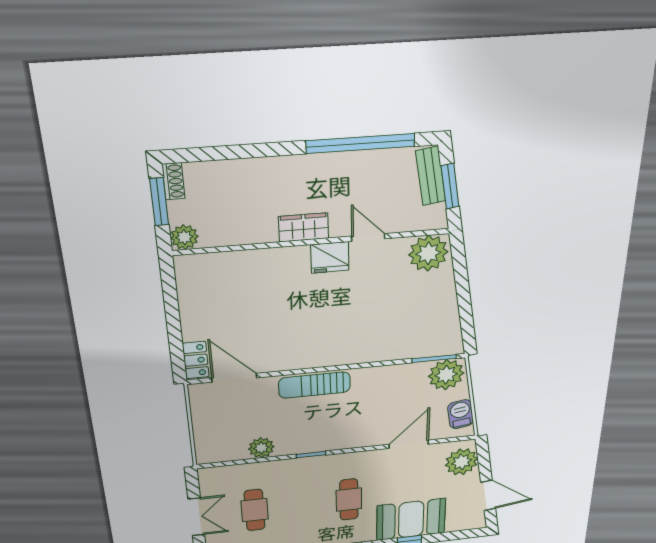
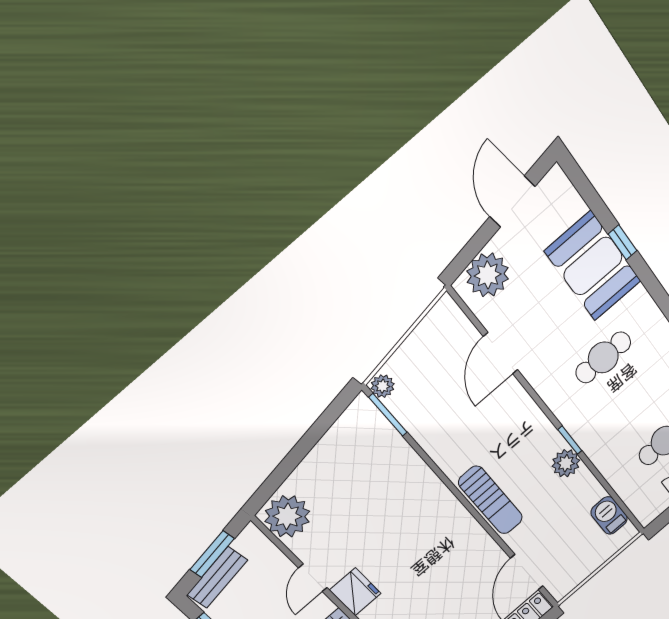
plant: (446, 375) -> (383, 386), width x0.53, depth x0.53
barbecue: (461, 414) -> (609, 515), moved, turned 99
door: (409, 444) -> (501, 353), hinge flipped
plant: (261, 448) -> (566, 463), moved

